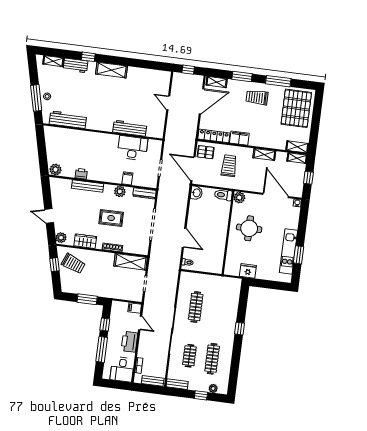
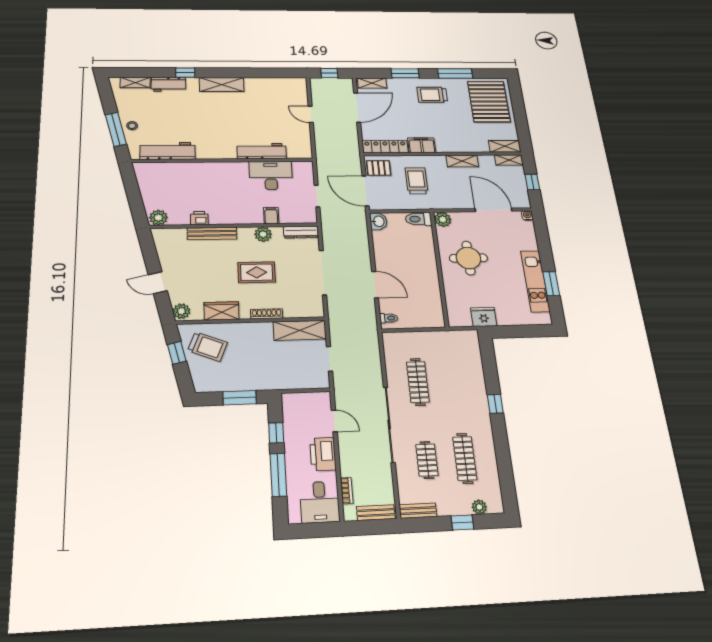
filing cabinet: (135, 308) -> (321, 399), removed

